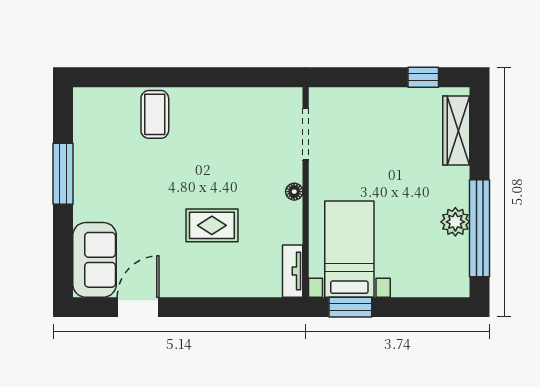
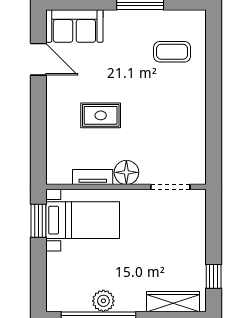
coffee table: (155, 114) -> (172, 52), moved
floor lamp: (294, 192) -> (126, 172), width x1.89, depth x1.89
rug: (212, 225) -> (101, 115), turned 90
tv unit: (293, 271) -> (93, 177), moved

